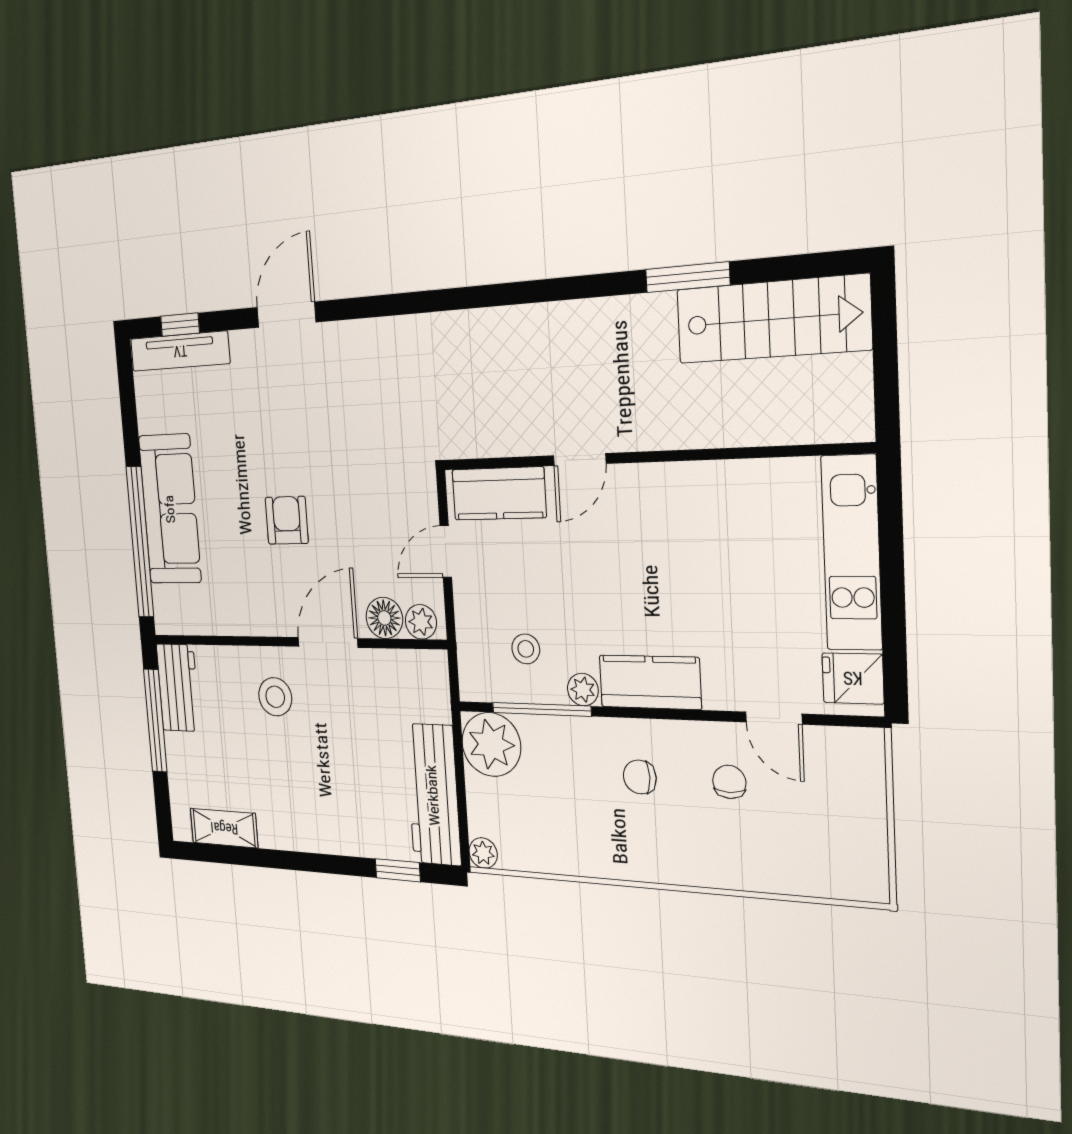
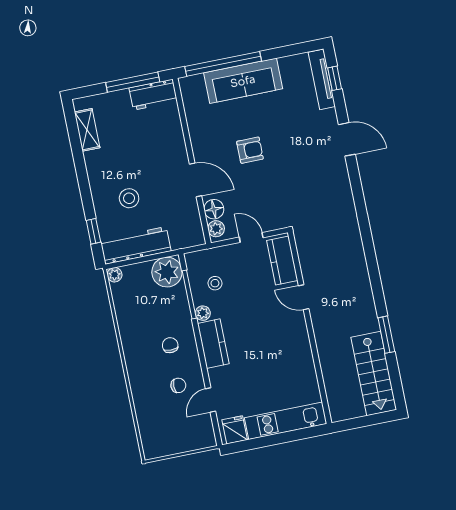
stool: (275, 697) -> (129, 198), moved

